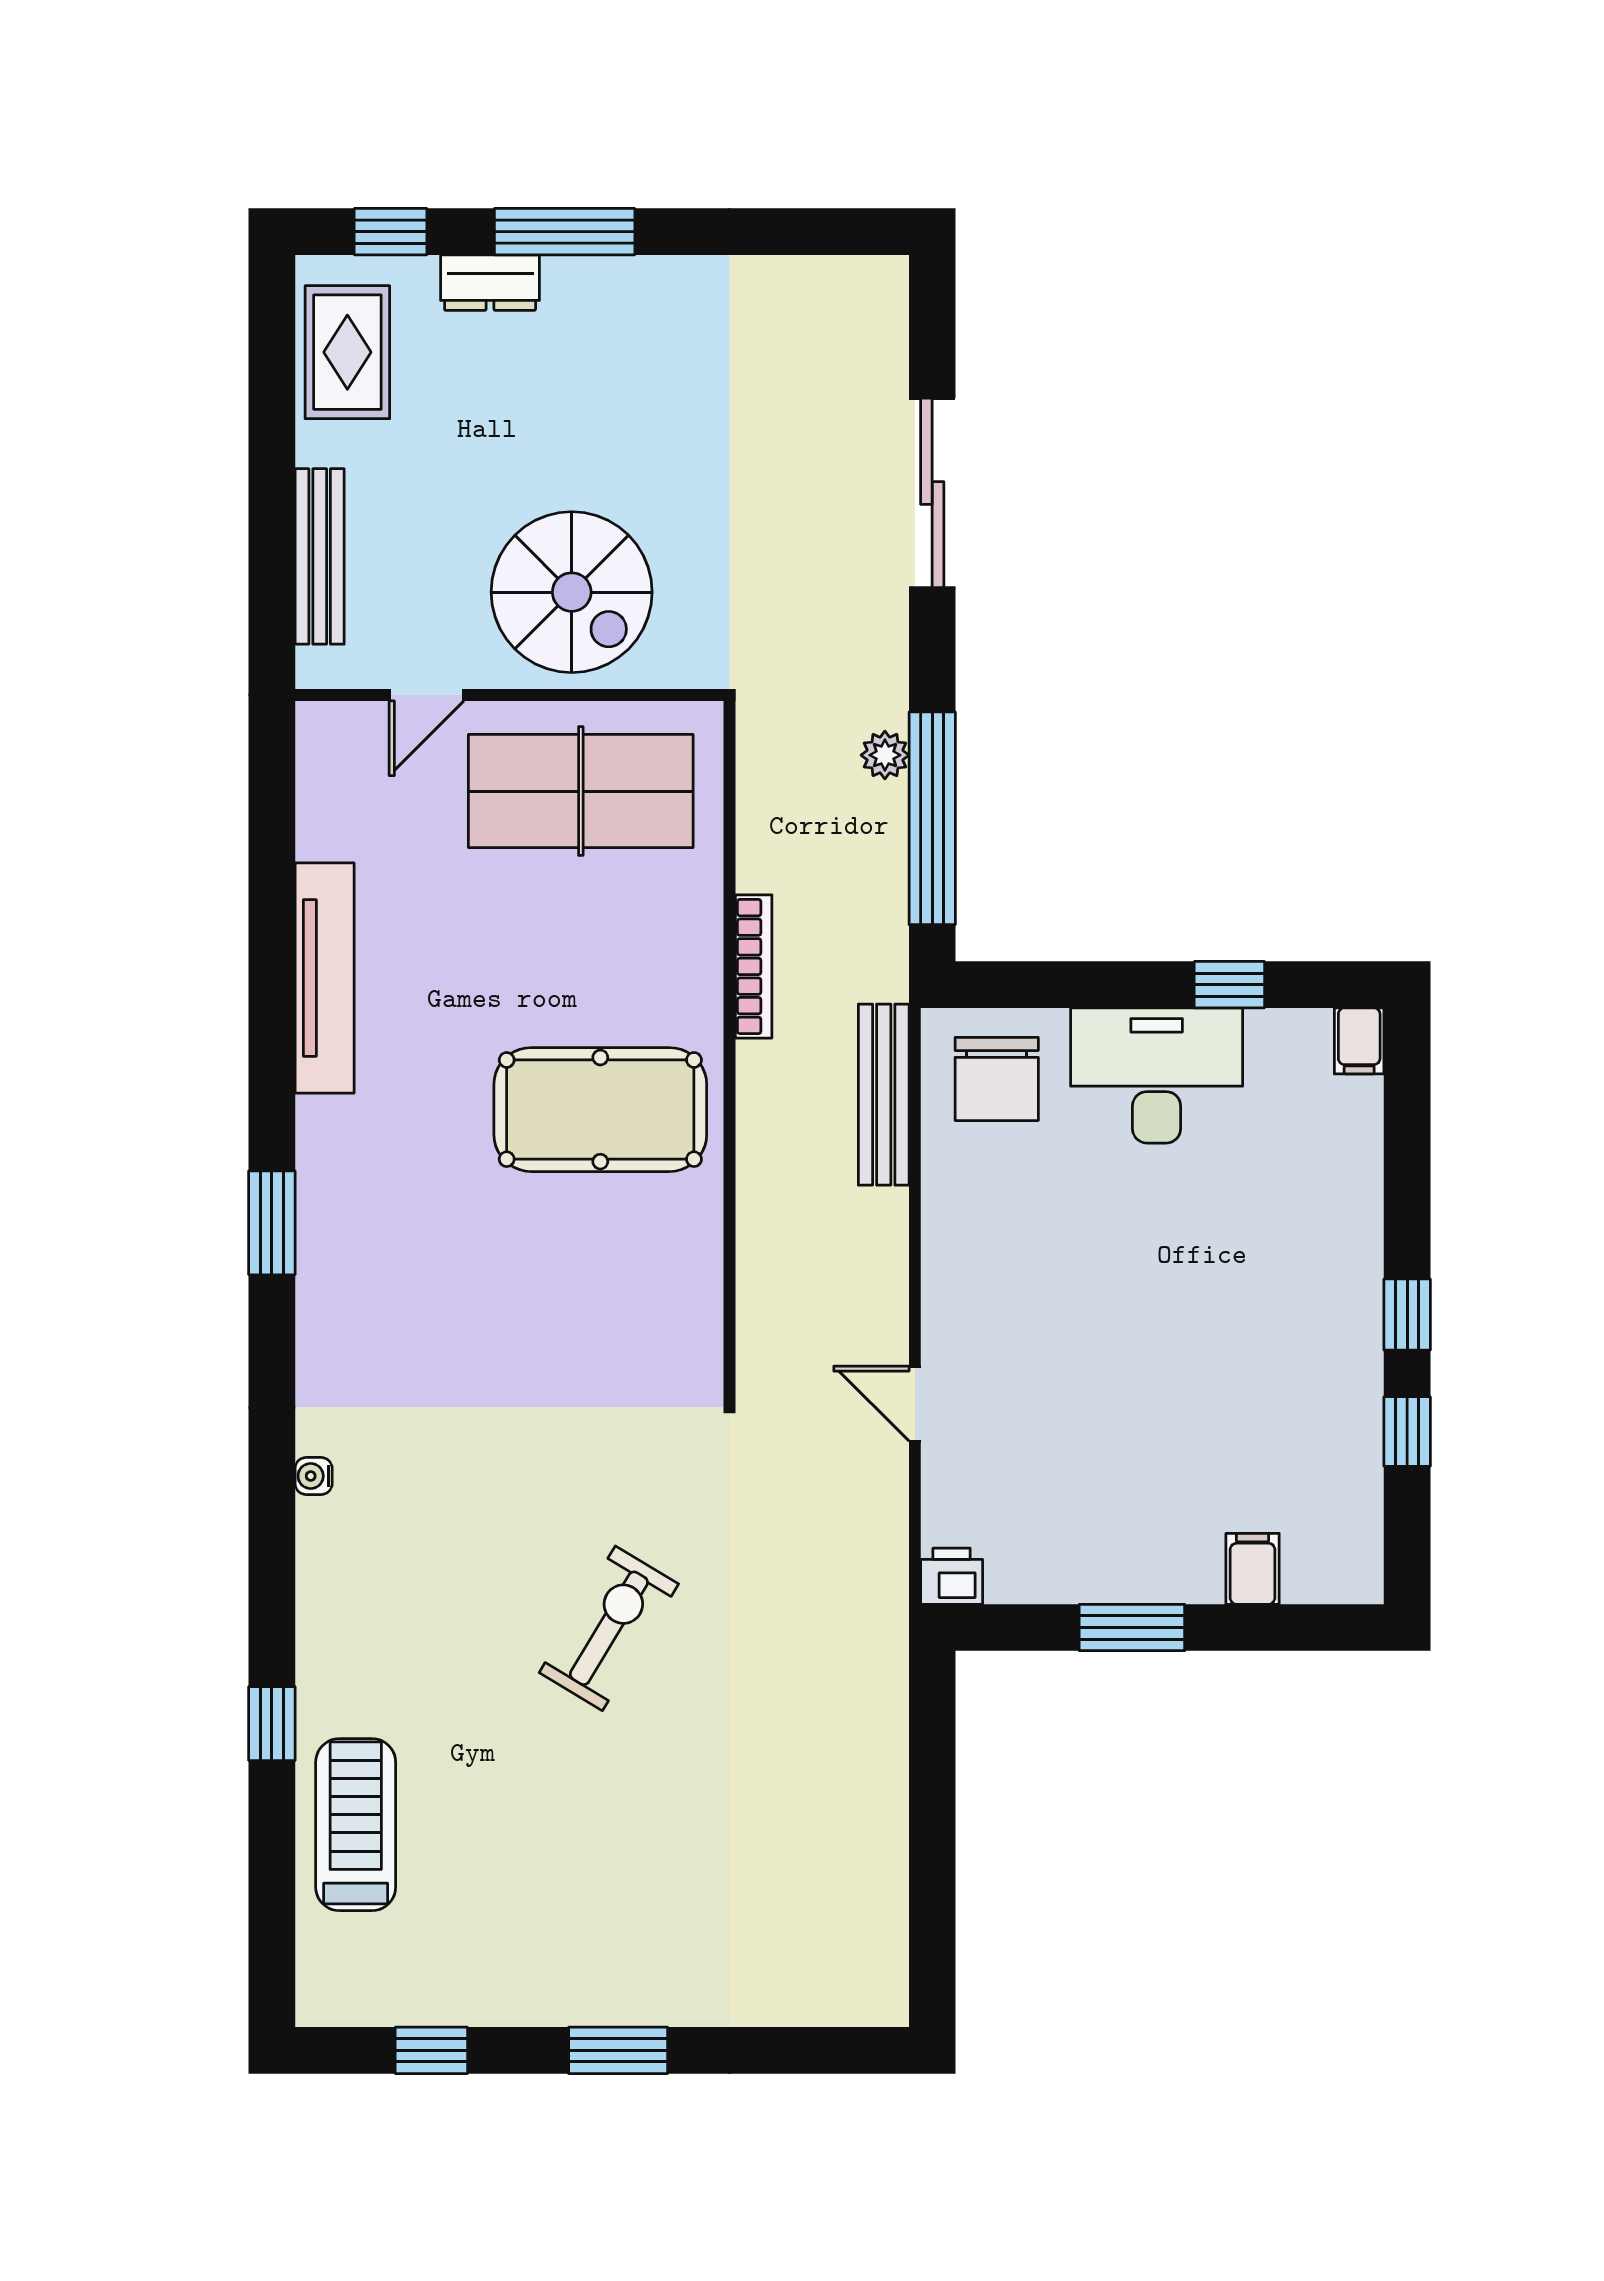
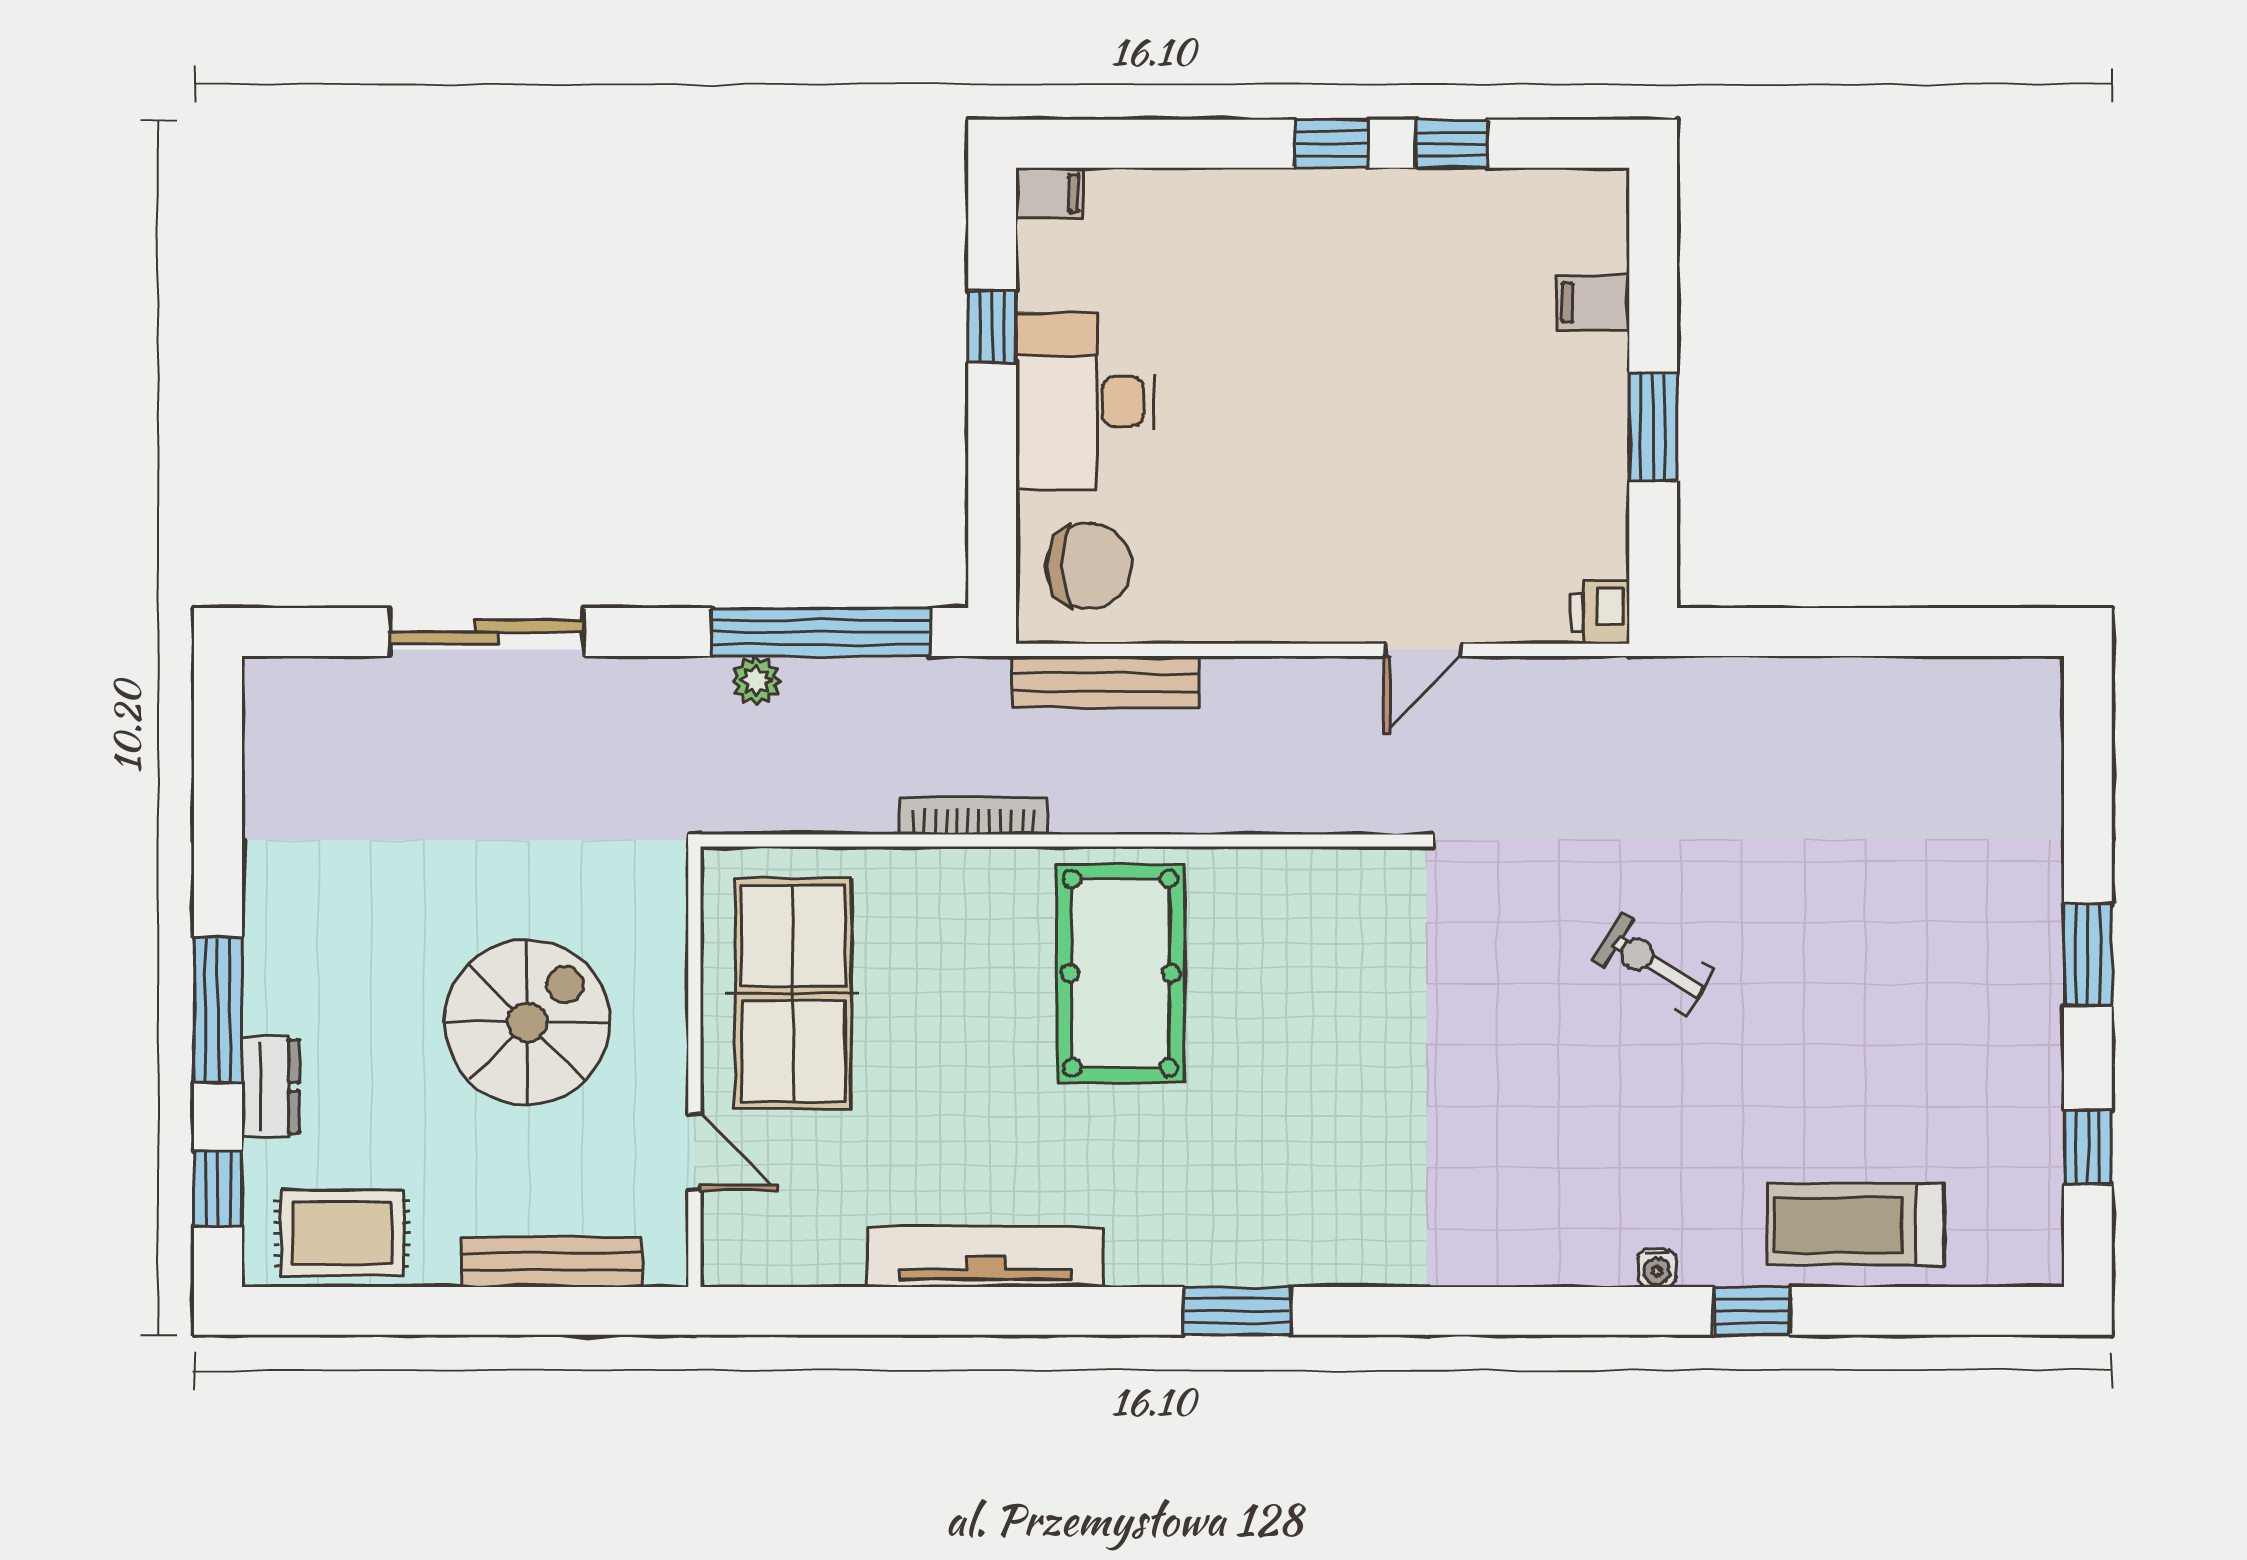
spiral stairs: (572, 592) -> (527, 1022), moved
water cooler: (314, 1476) -> (1657, 1268), moved
exercise bike: (609, 1628) -> (1654, 964), width x0.73, depth x0.72

